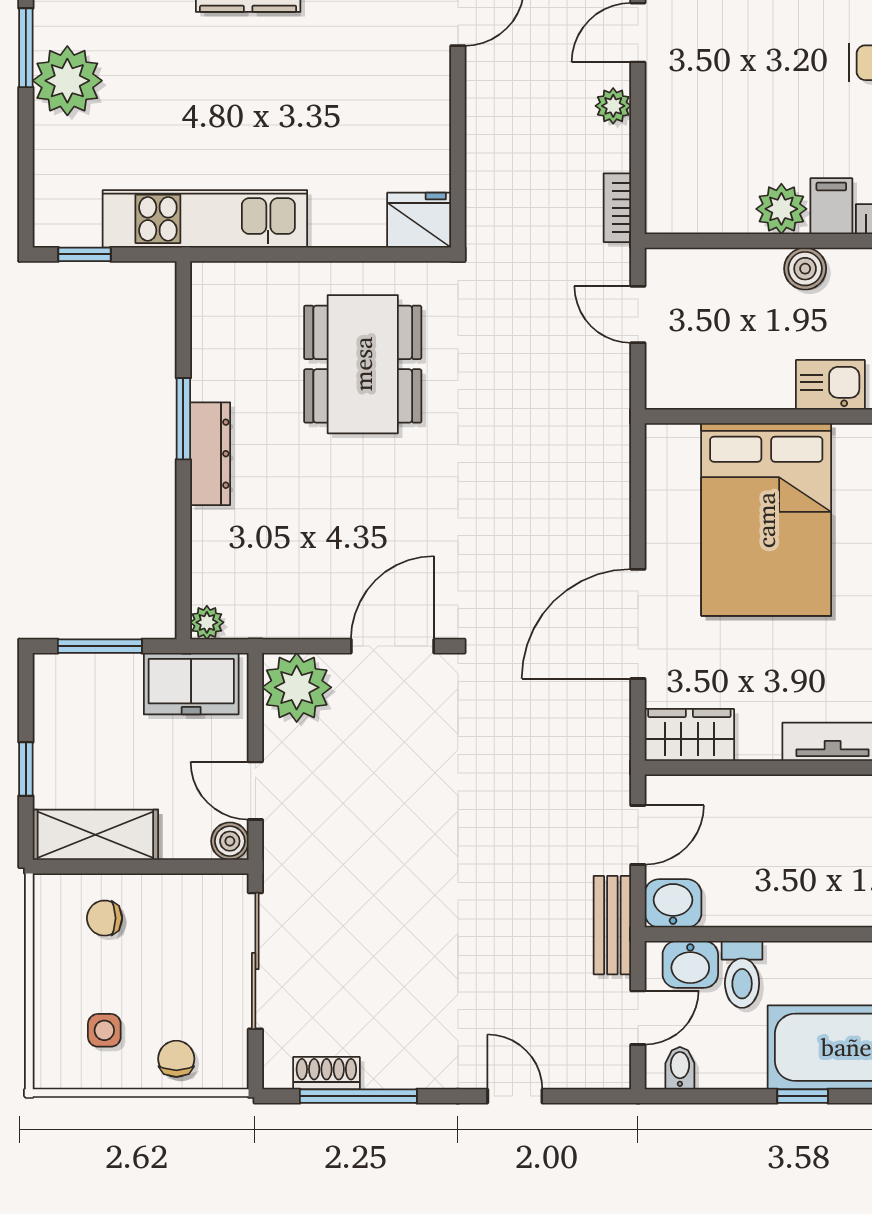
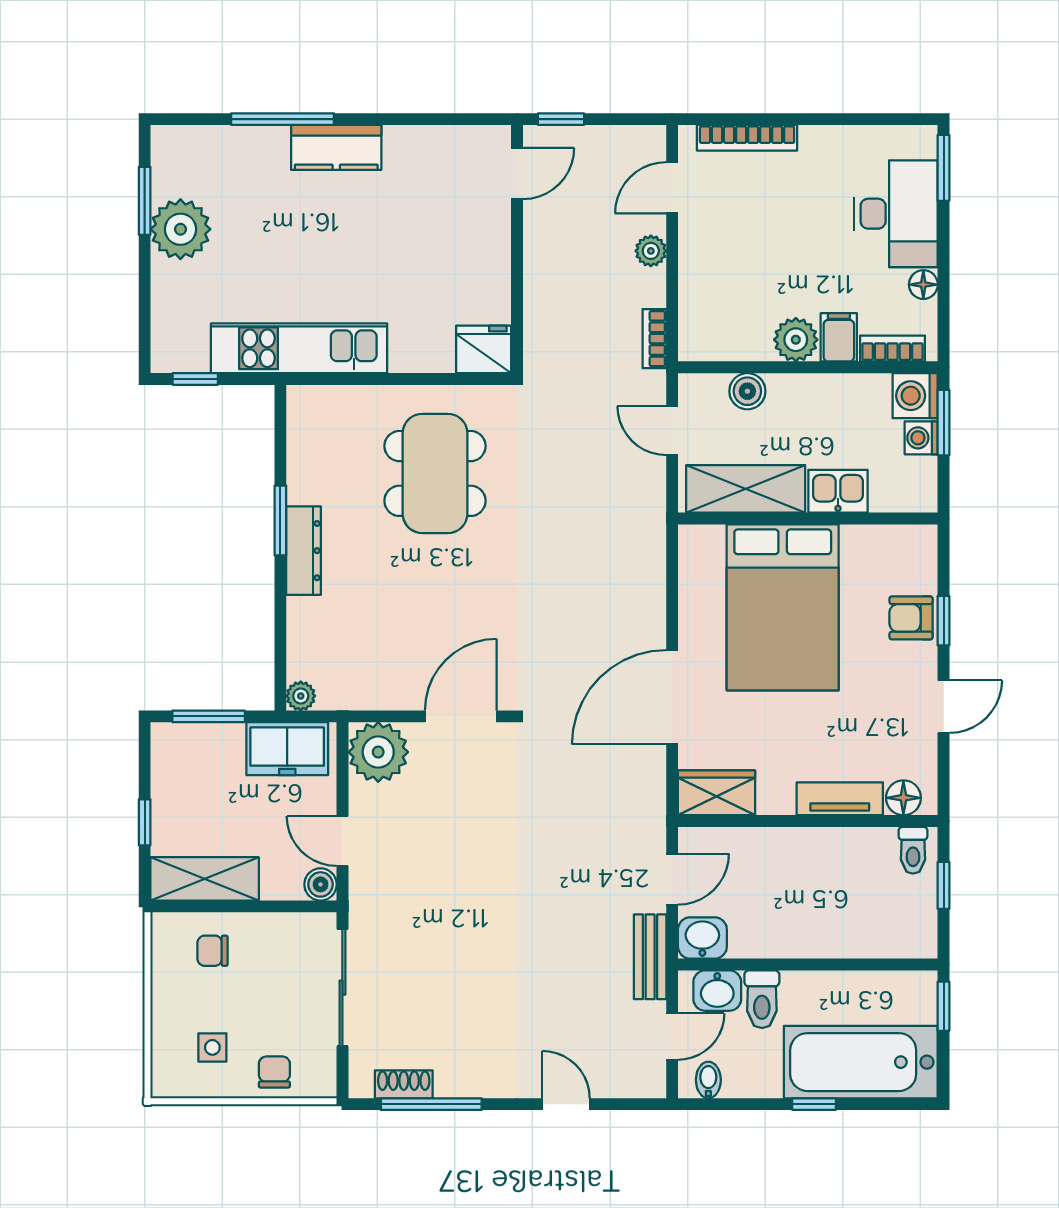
boiler: (805, 269) -> (747, 391), moved
shelving: (723, 382) -> (746, 489), added

